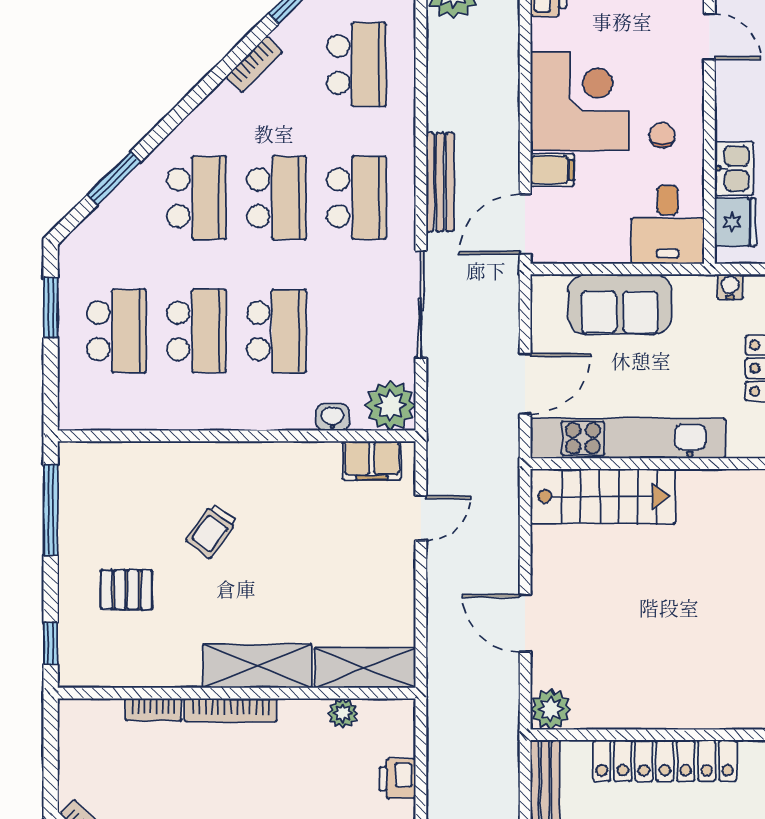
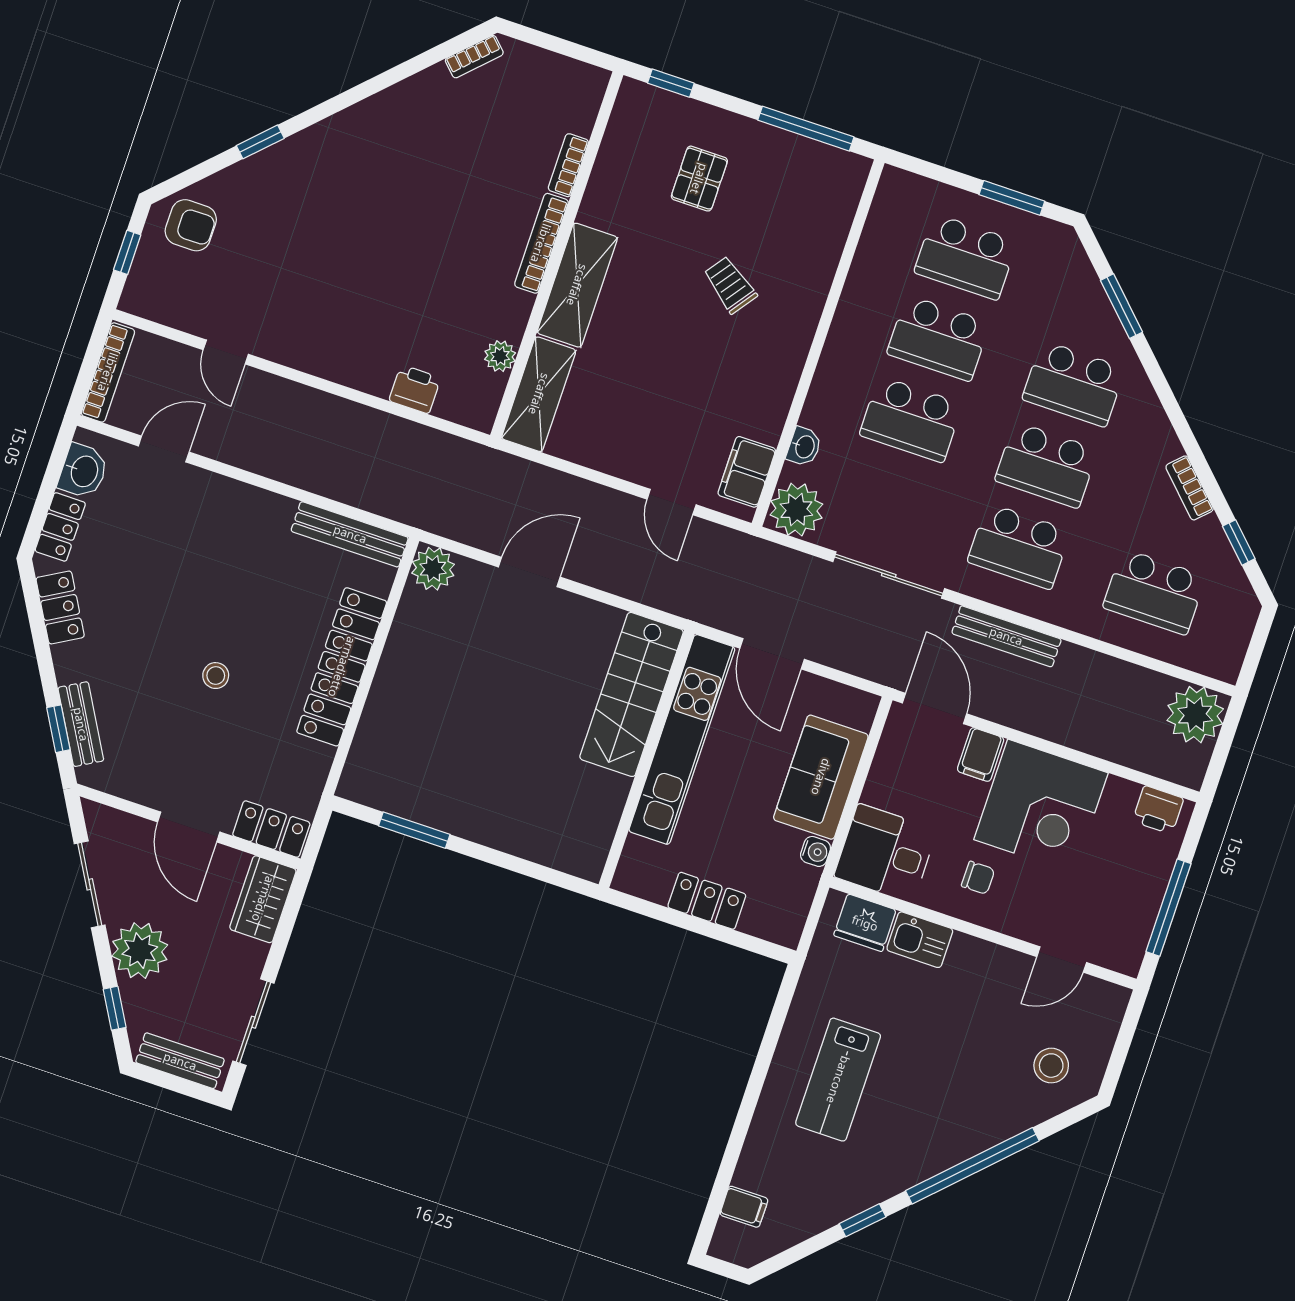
water cooler: (730, 287) -> (816, 851), moved

